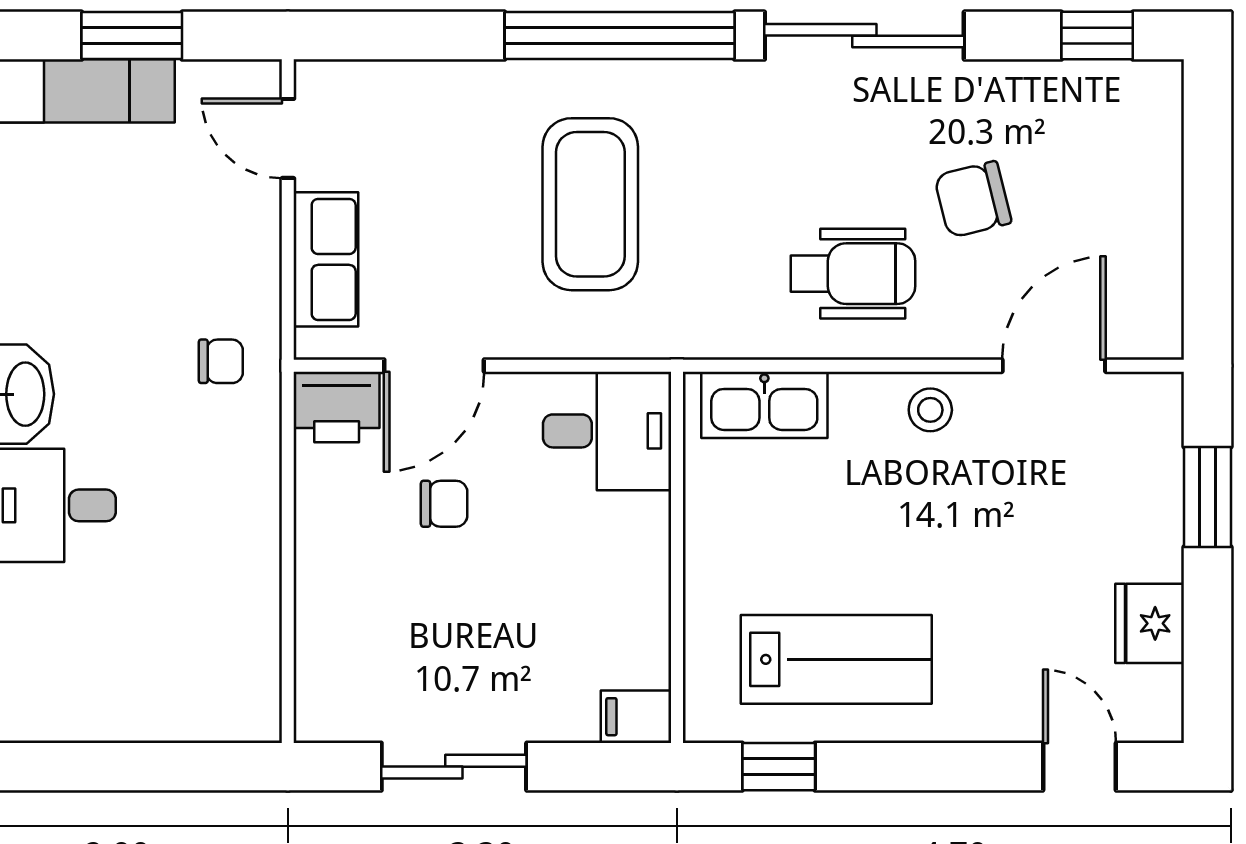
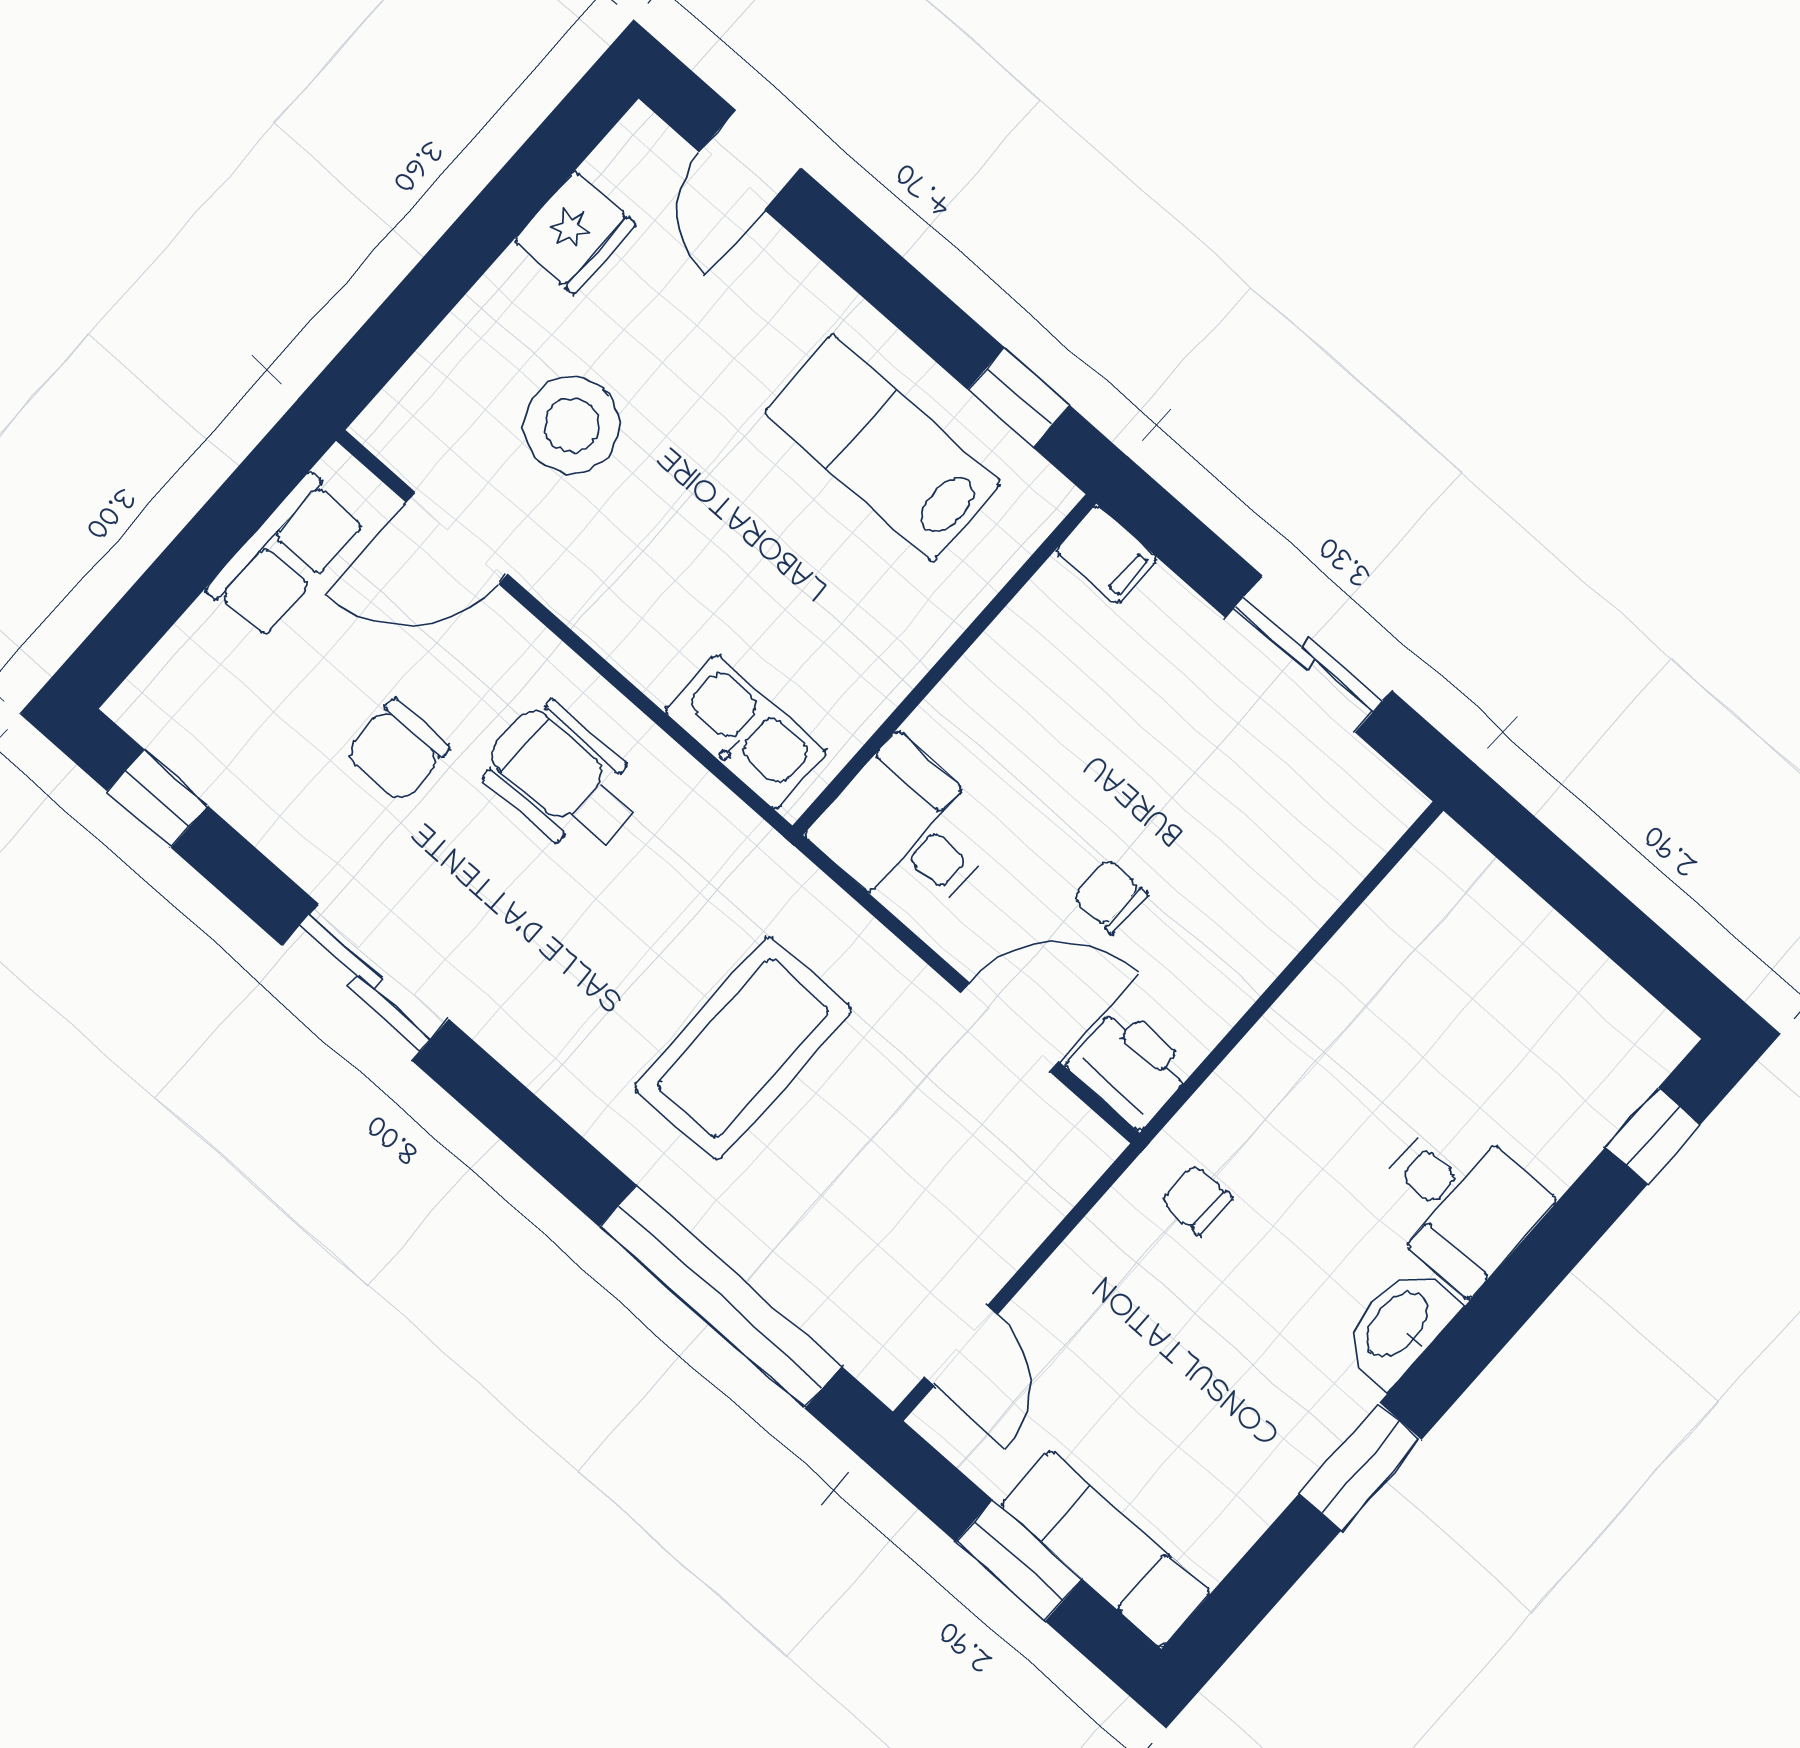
window: (620, 36) -> (721, 1297), moved
sliding door: (864, 36) -> (365, 982), width x0.73
chair: (973, 199) -> (398, 750), turned 104
row of seats: (326, 259) -> (286, 555), moved, turned 180
stool: (930, 410) -> (572, 425), moved, width x1.89, depth x1.89
window: (1208, 497) -> (423, 300), removed

